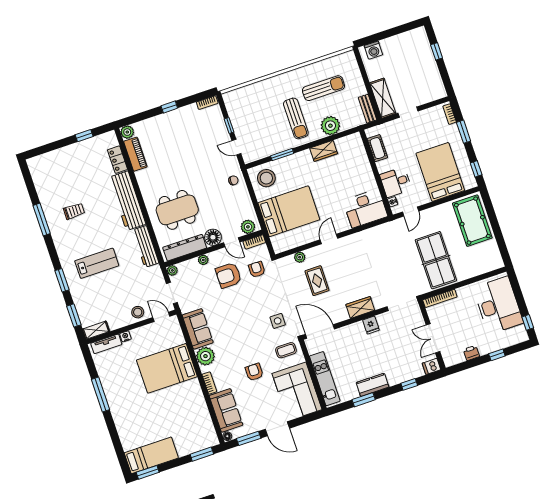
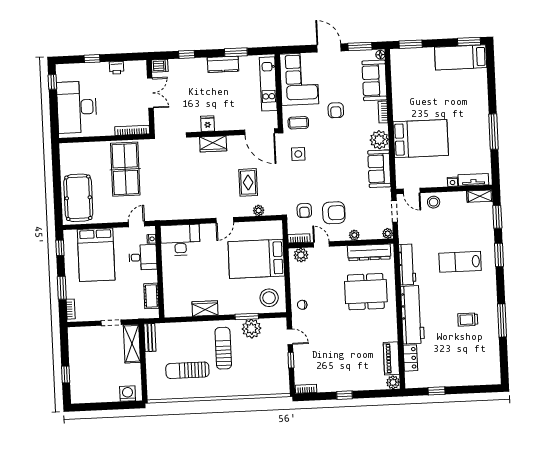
plant: (330, 126) -> (252, 329), moved
floor lamp: (213, 237) -> (338, 255), removed

